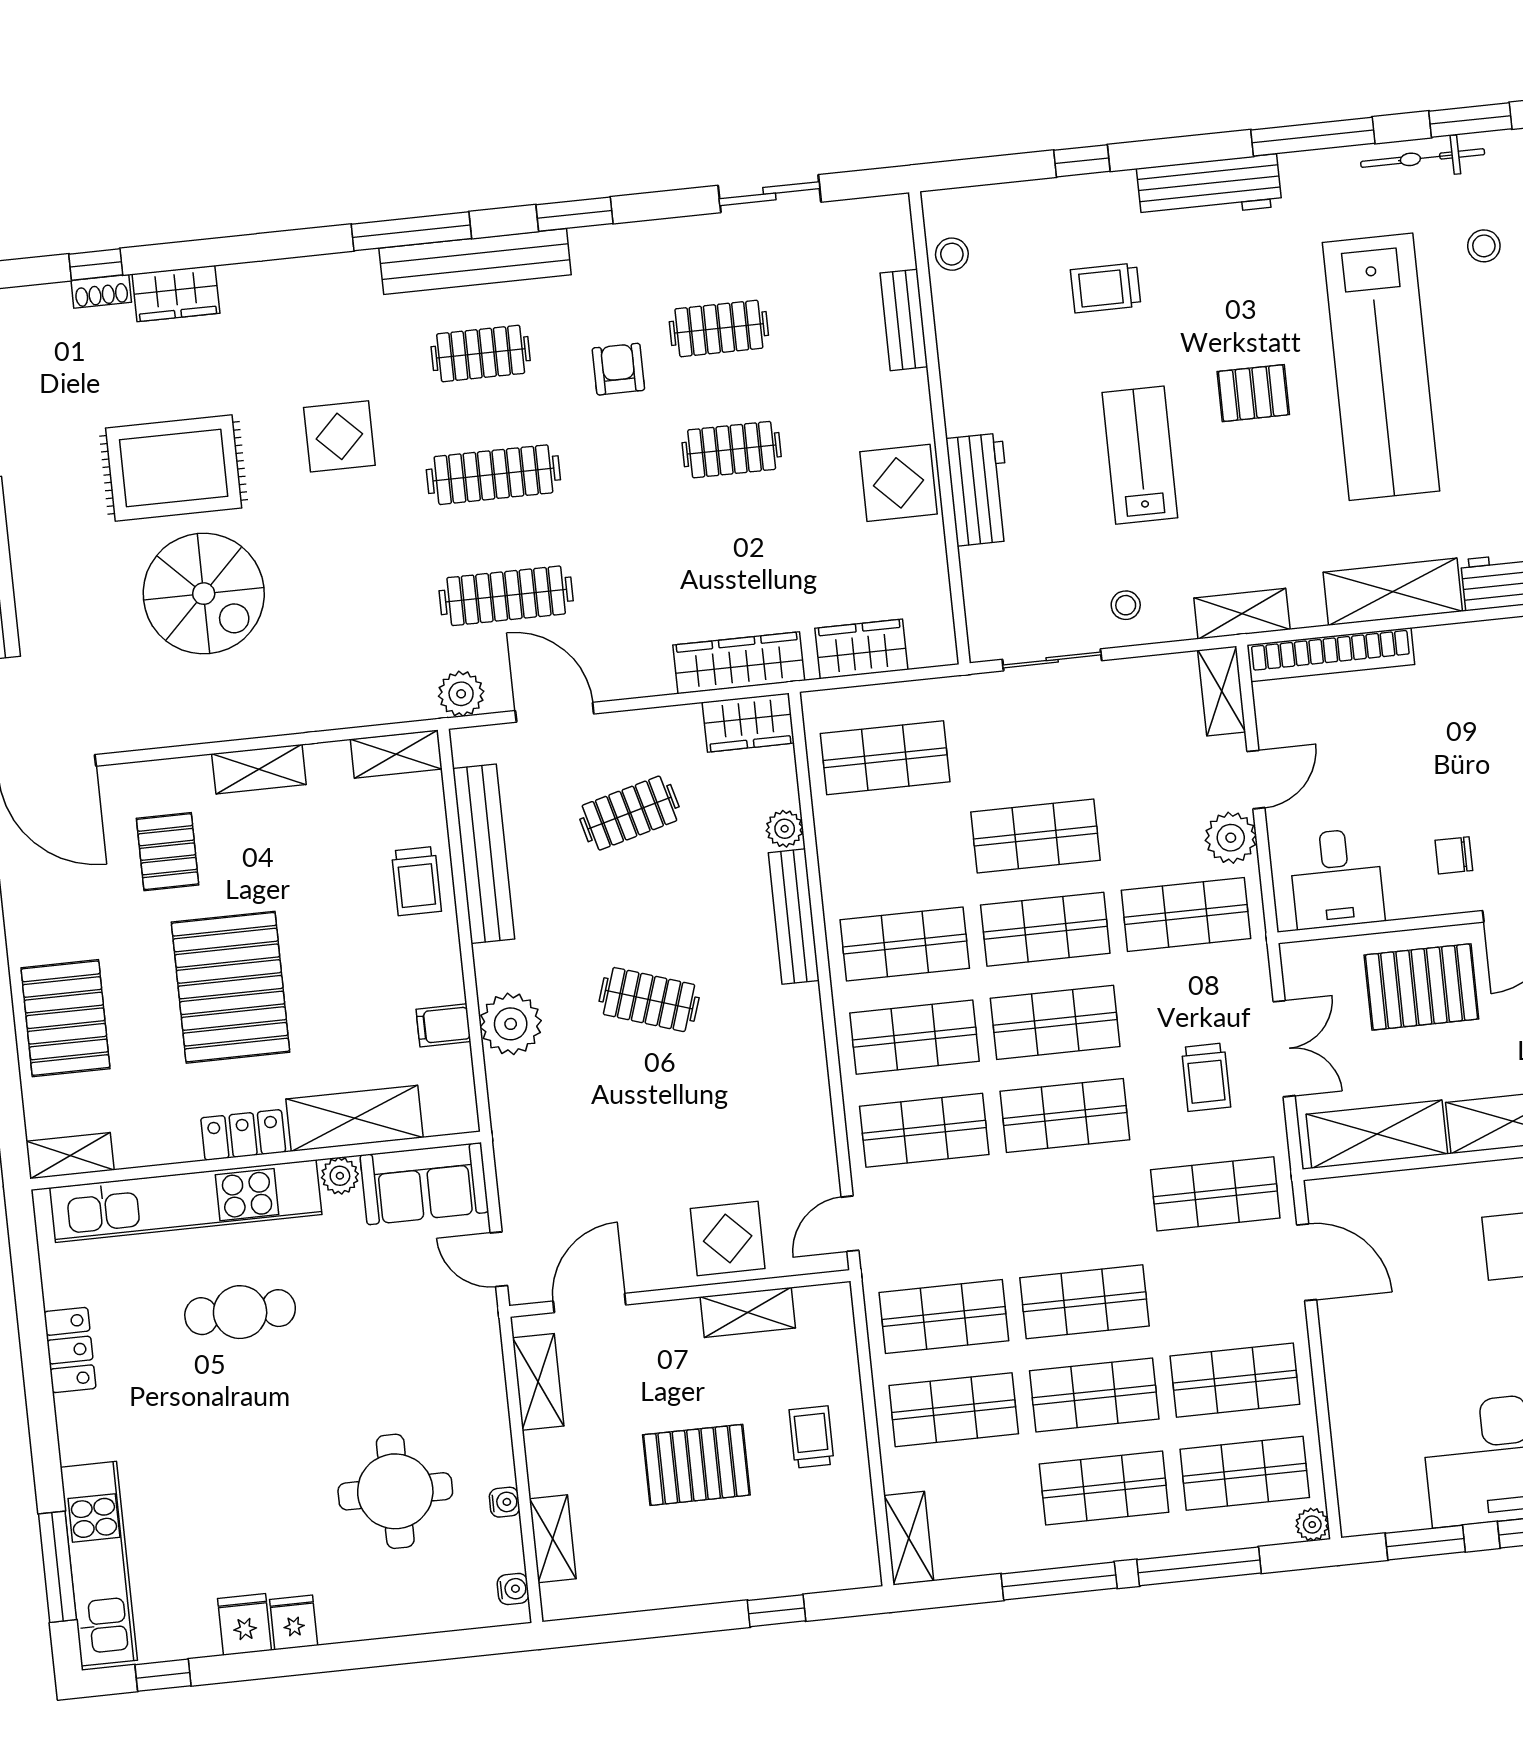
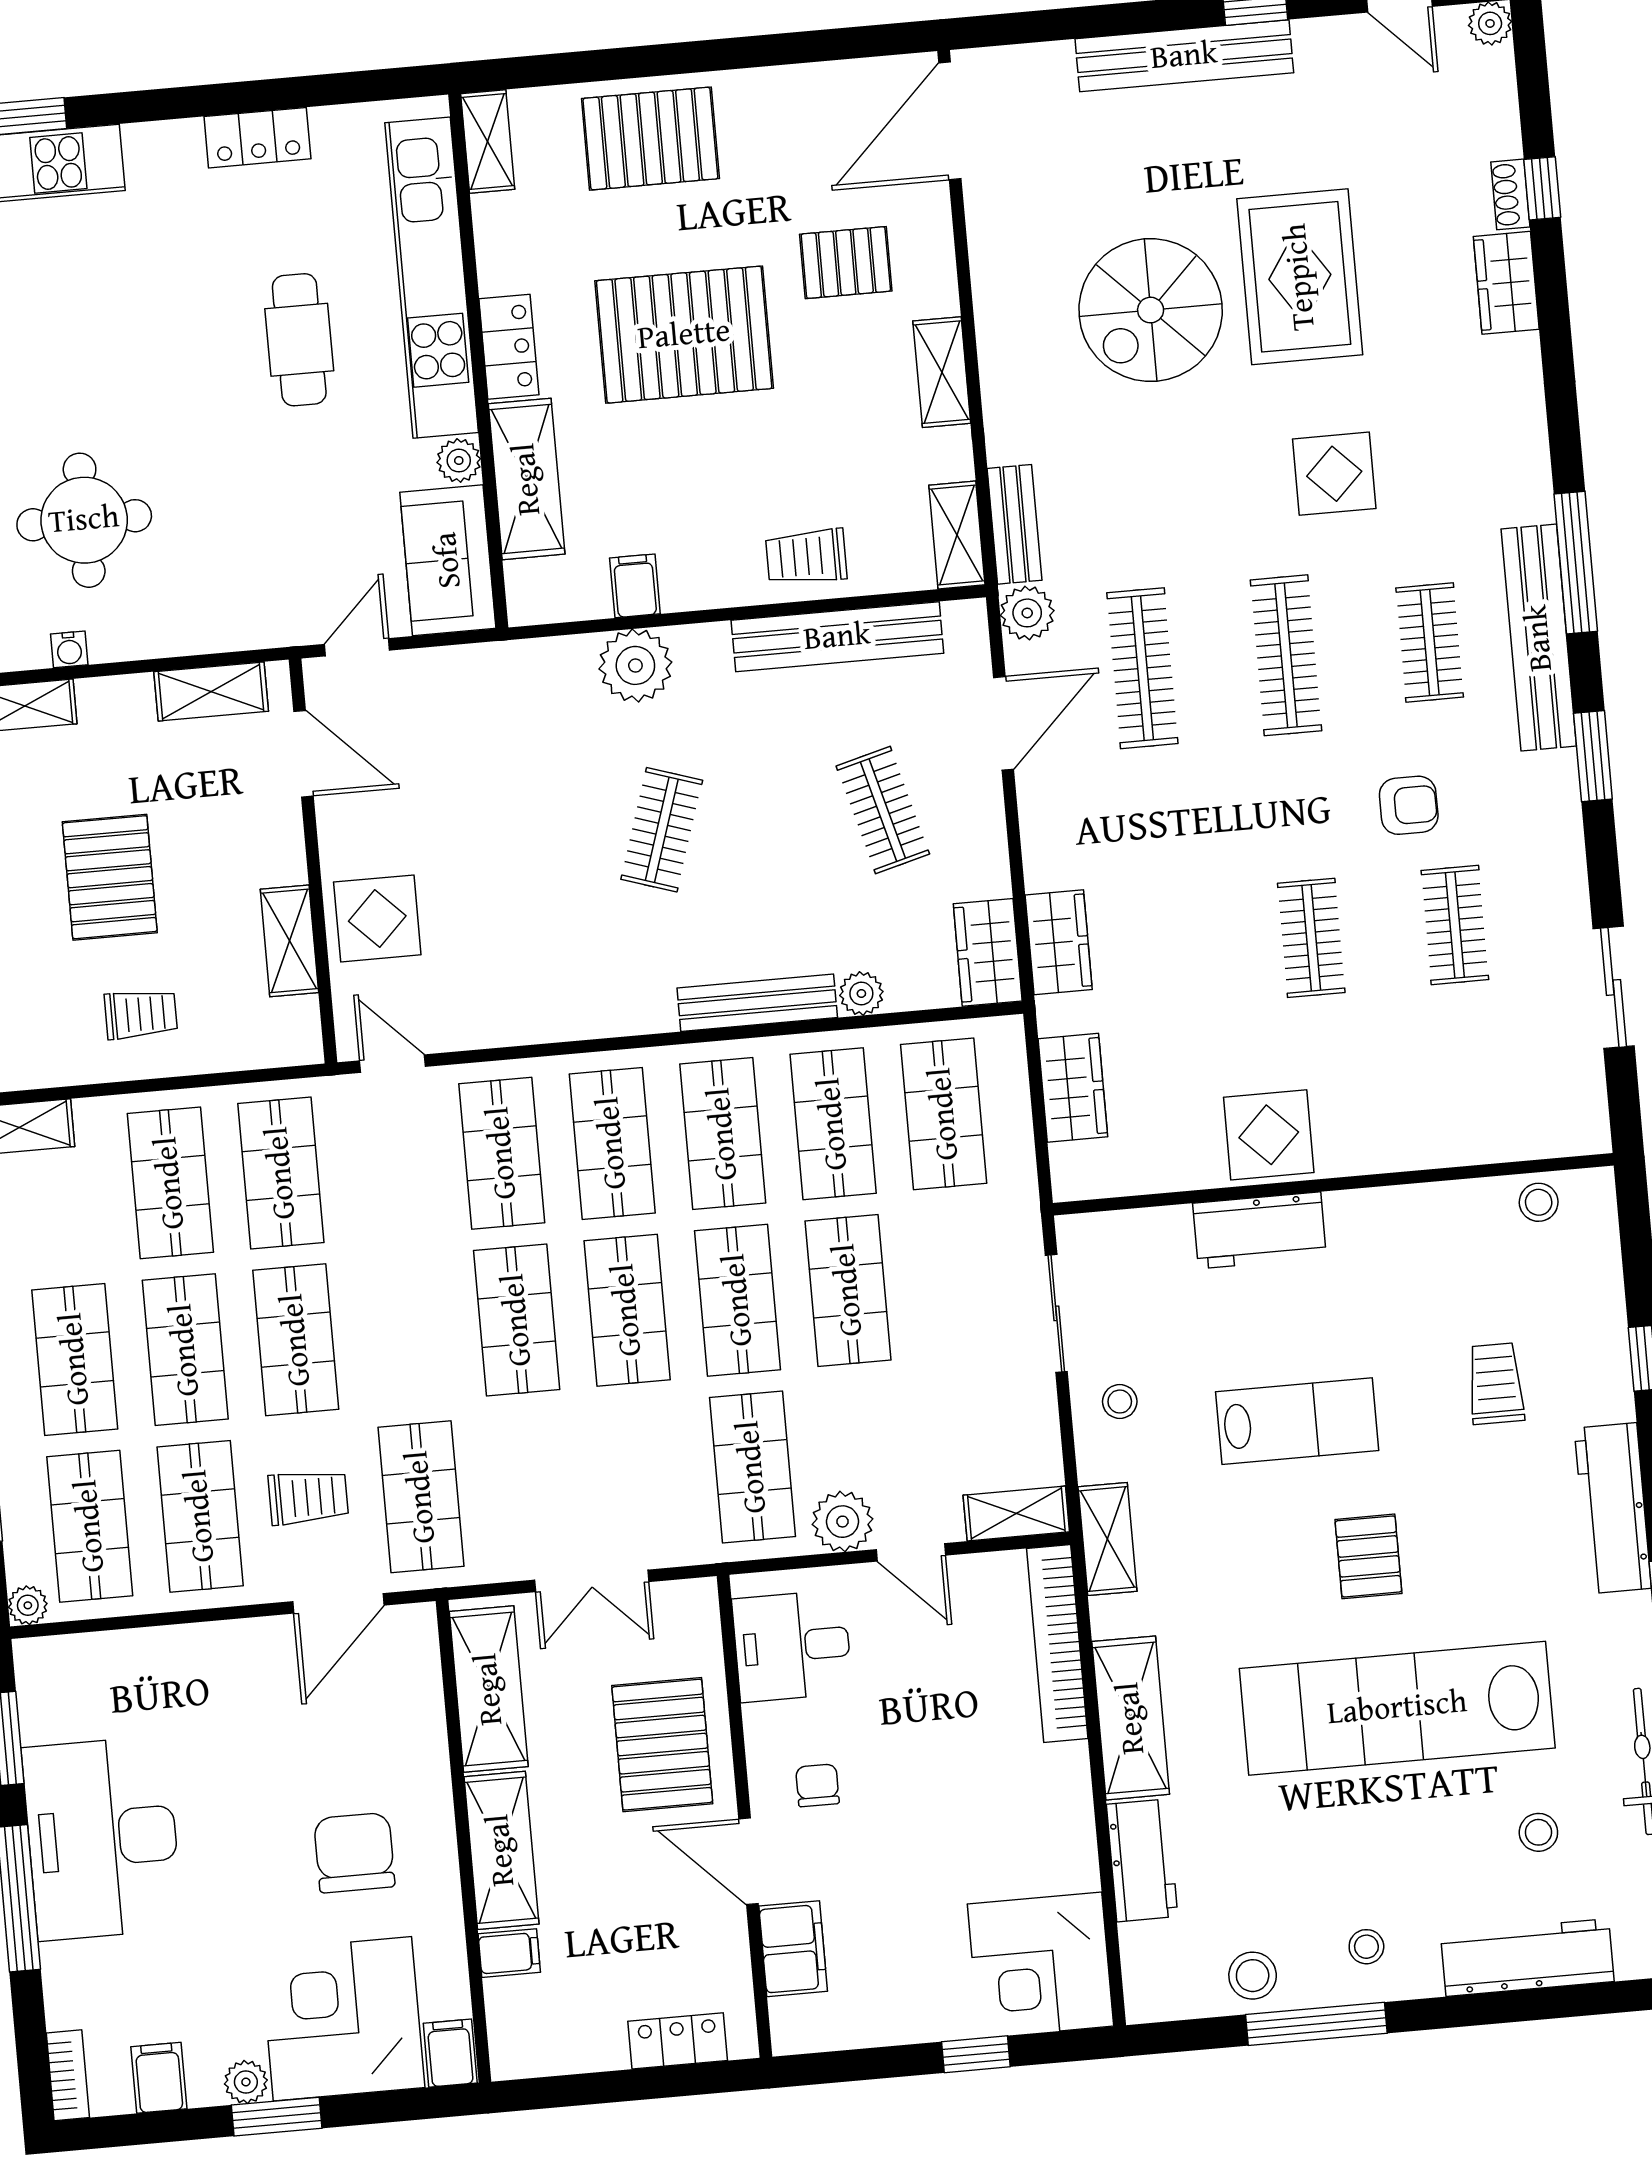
bench: (904, 320) -> (1014, 524), moved, turned 90
wardrobe: (739, 663) -> (1059, 942), width x0.67
shop shelf: (895, 851) -> (833, 1124), added
trolley: (1206, 1077) -> (308, 1497), moved, turned 180

